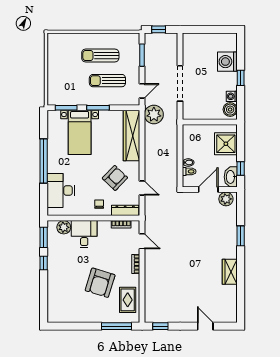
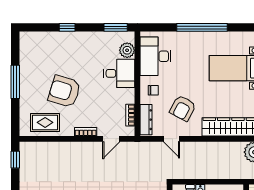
armchair: (115, 178) -> (183, 108), turned 74
door: (142, 188) -> (171, 139), hinge flipped
desk: (61, 191) -> (155, 56), moved, turned -90
window: (44, 263) -> (67, 27), moved
window: (117, 326) -> (15, 82), moved

